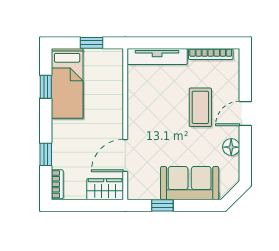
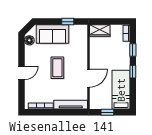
window: (46, 87) -> (133, 72), moved
coffee table: (200, 107) -> (57, 68), moved
floor lamp: (231, 147) -> (29, 40), moved
door: (125, 155) -> (89, 78), moved

